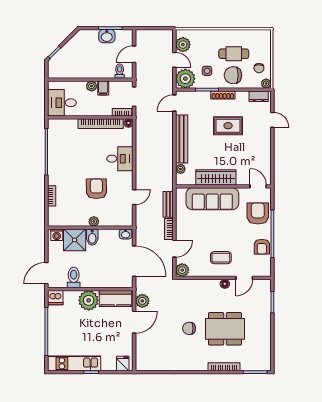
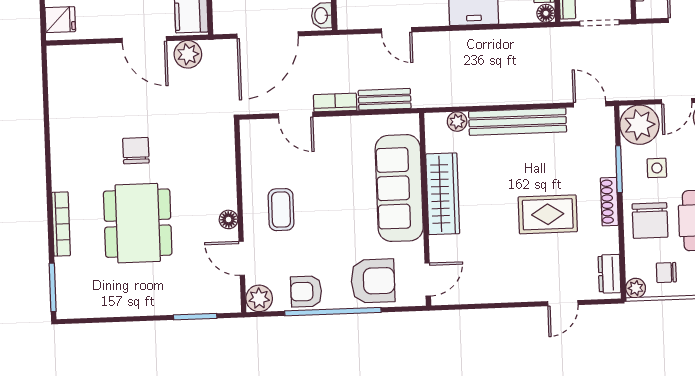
chair: (233, 75) -> (650, 221), turned 180
rug: (228, 126) -> (548, 214), turned 90
plant: (182, 270) -> (259, 298), moved

